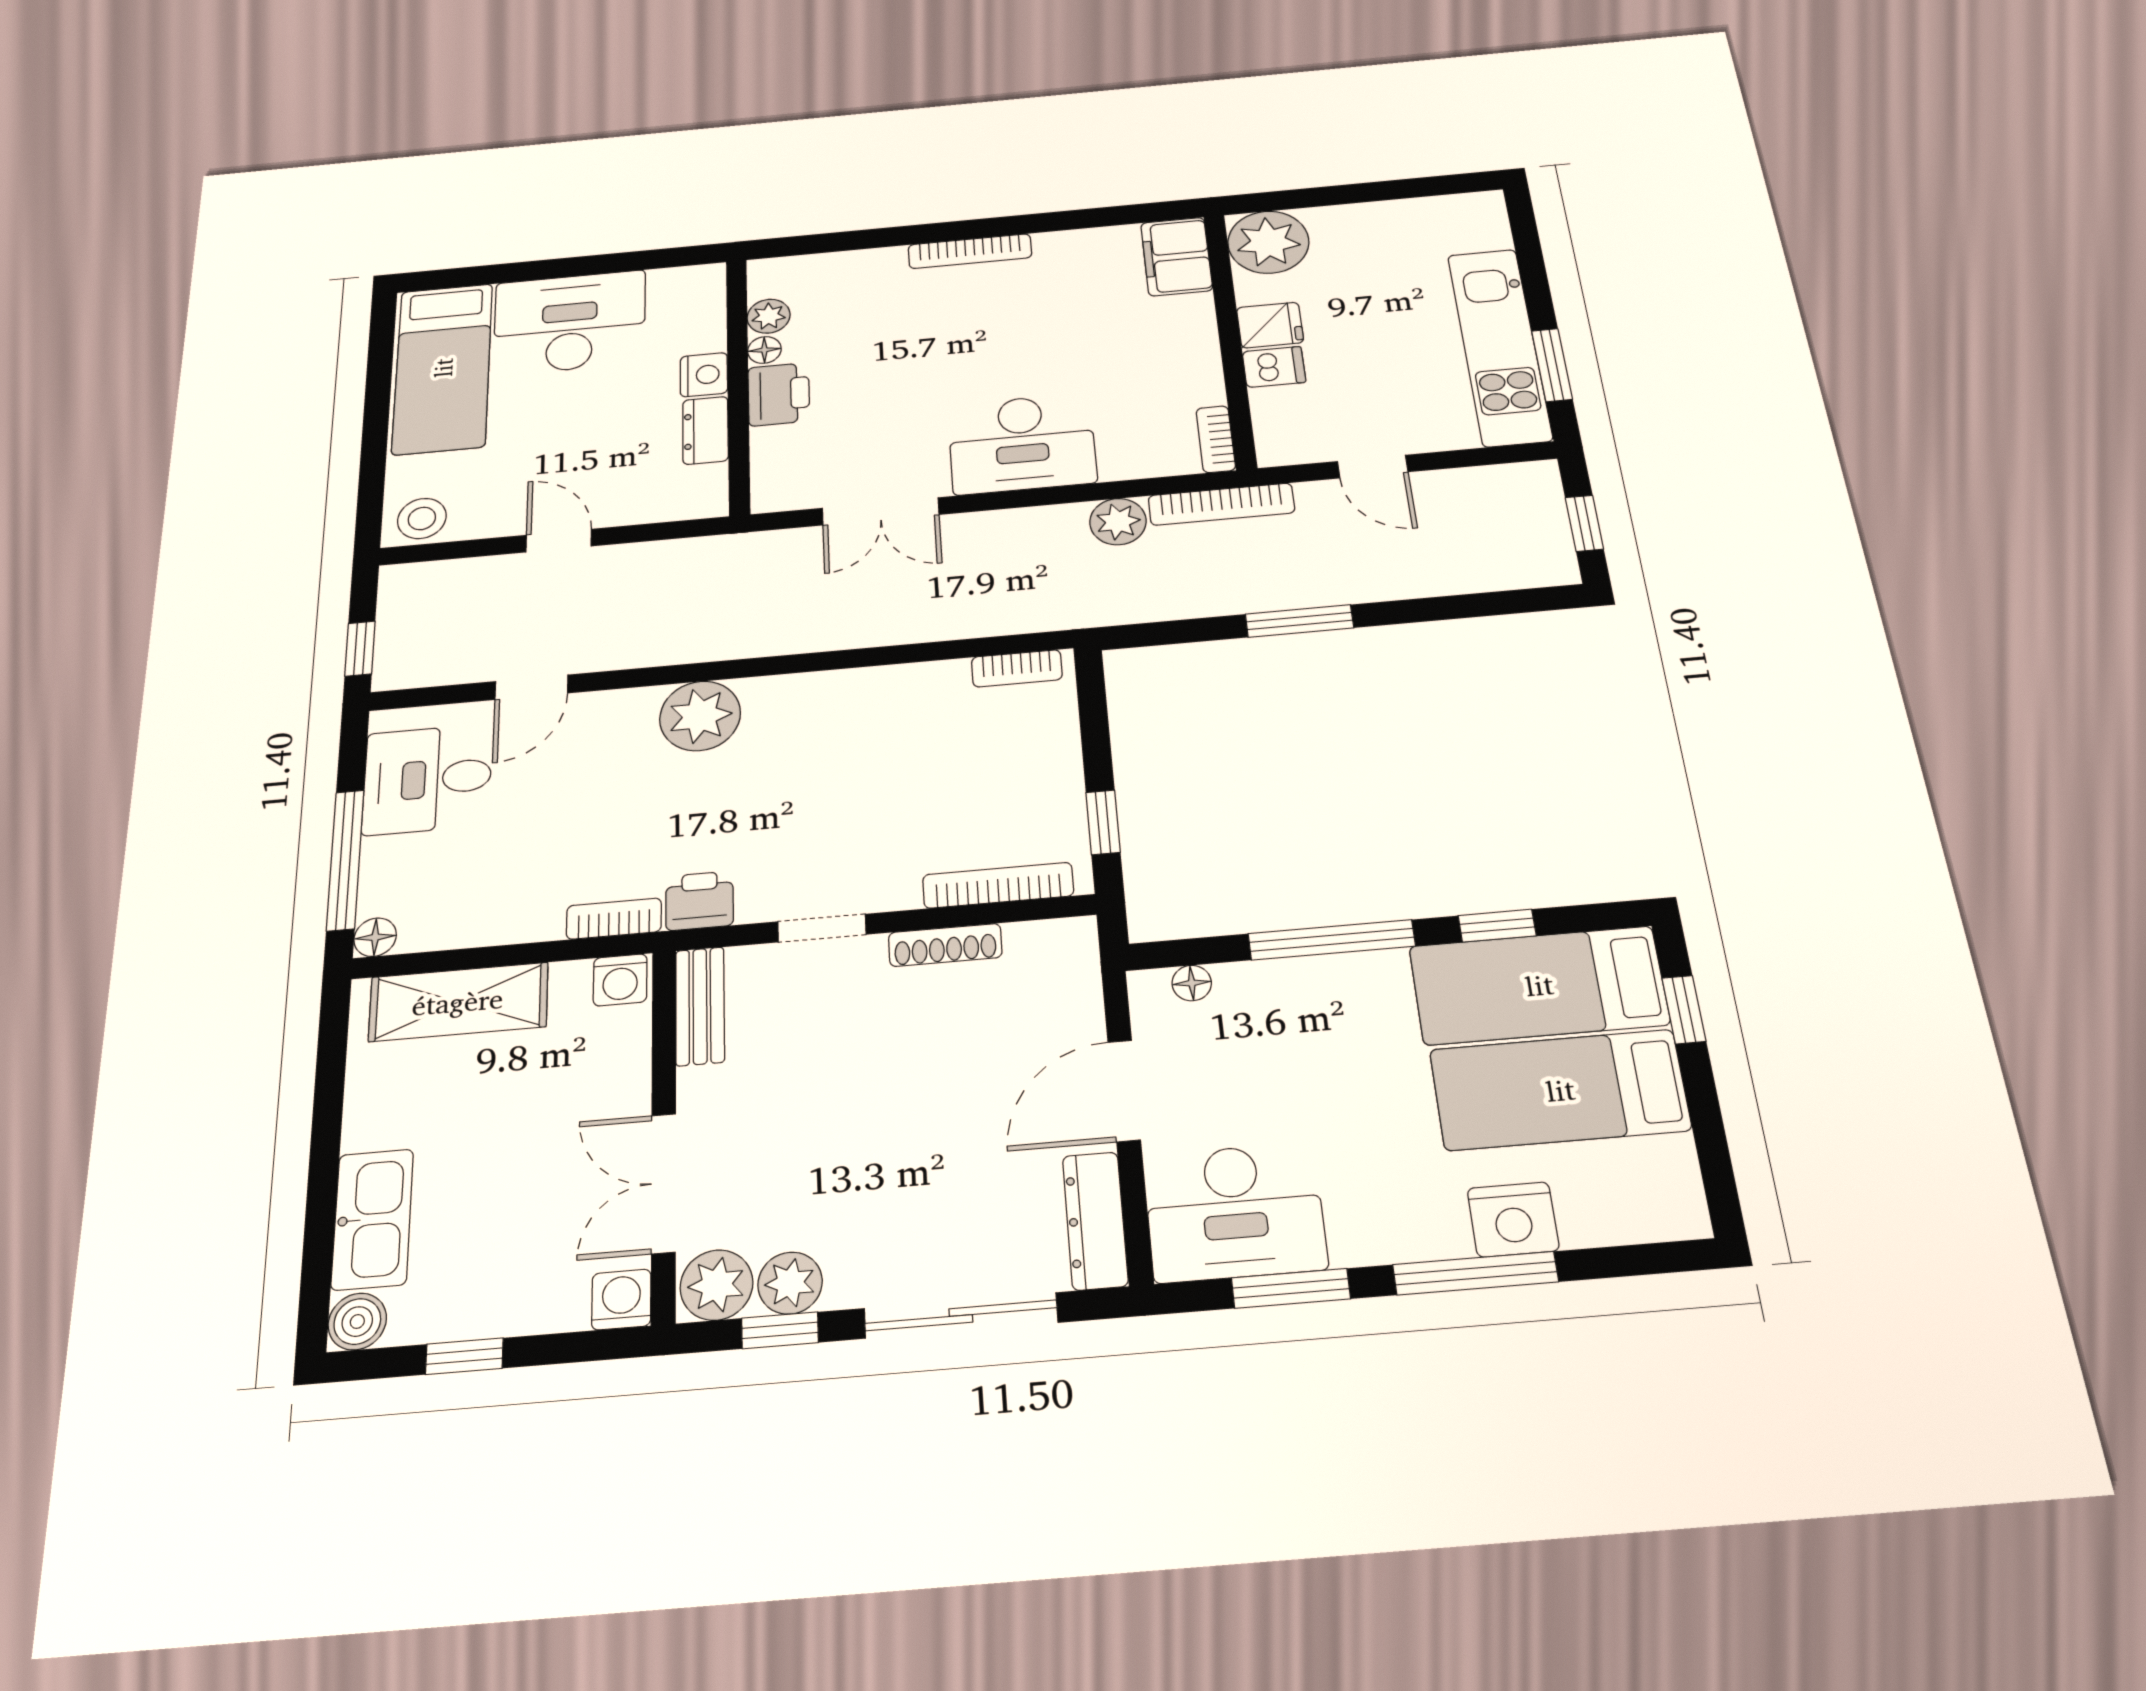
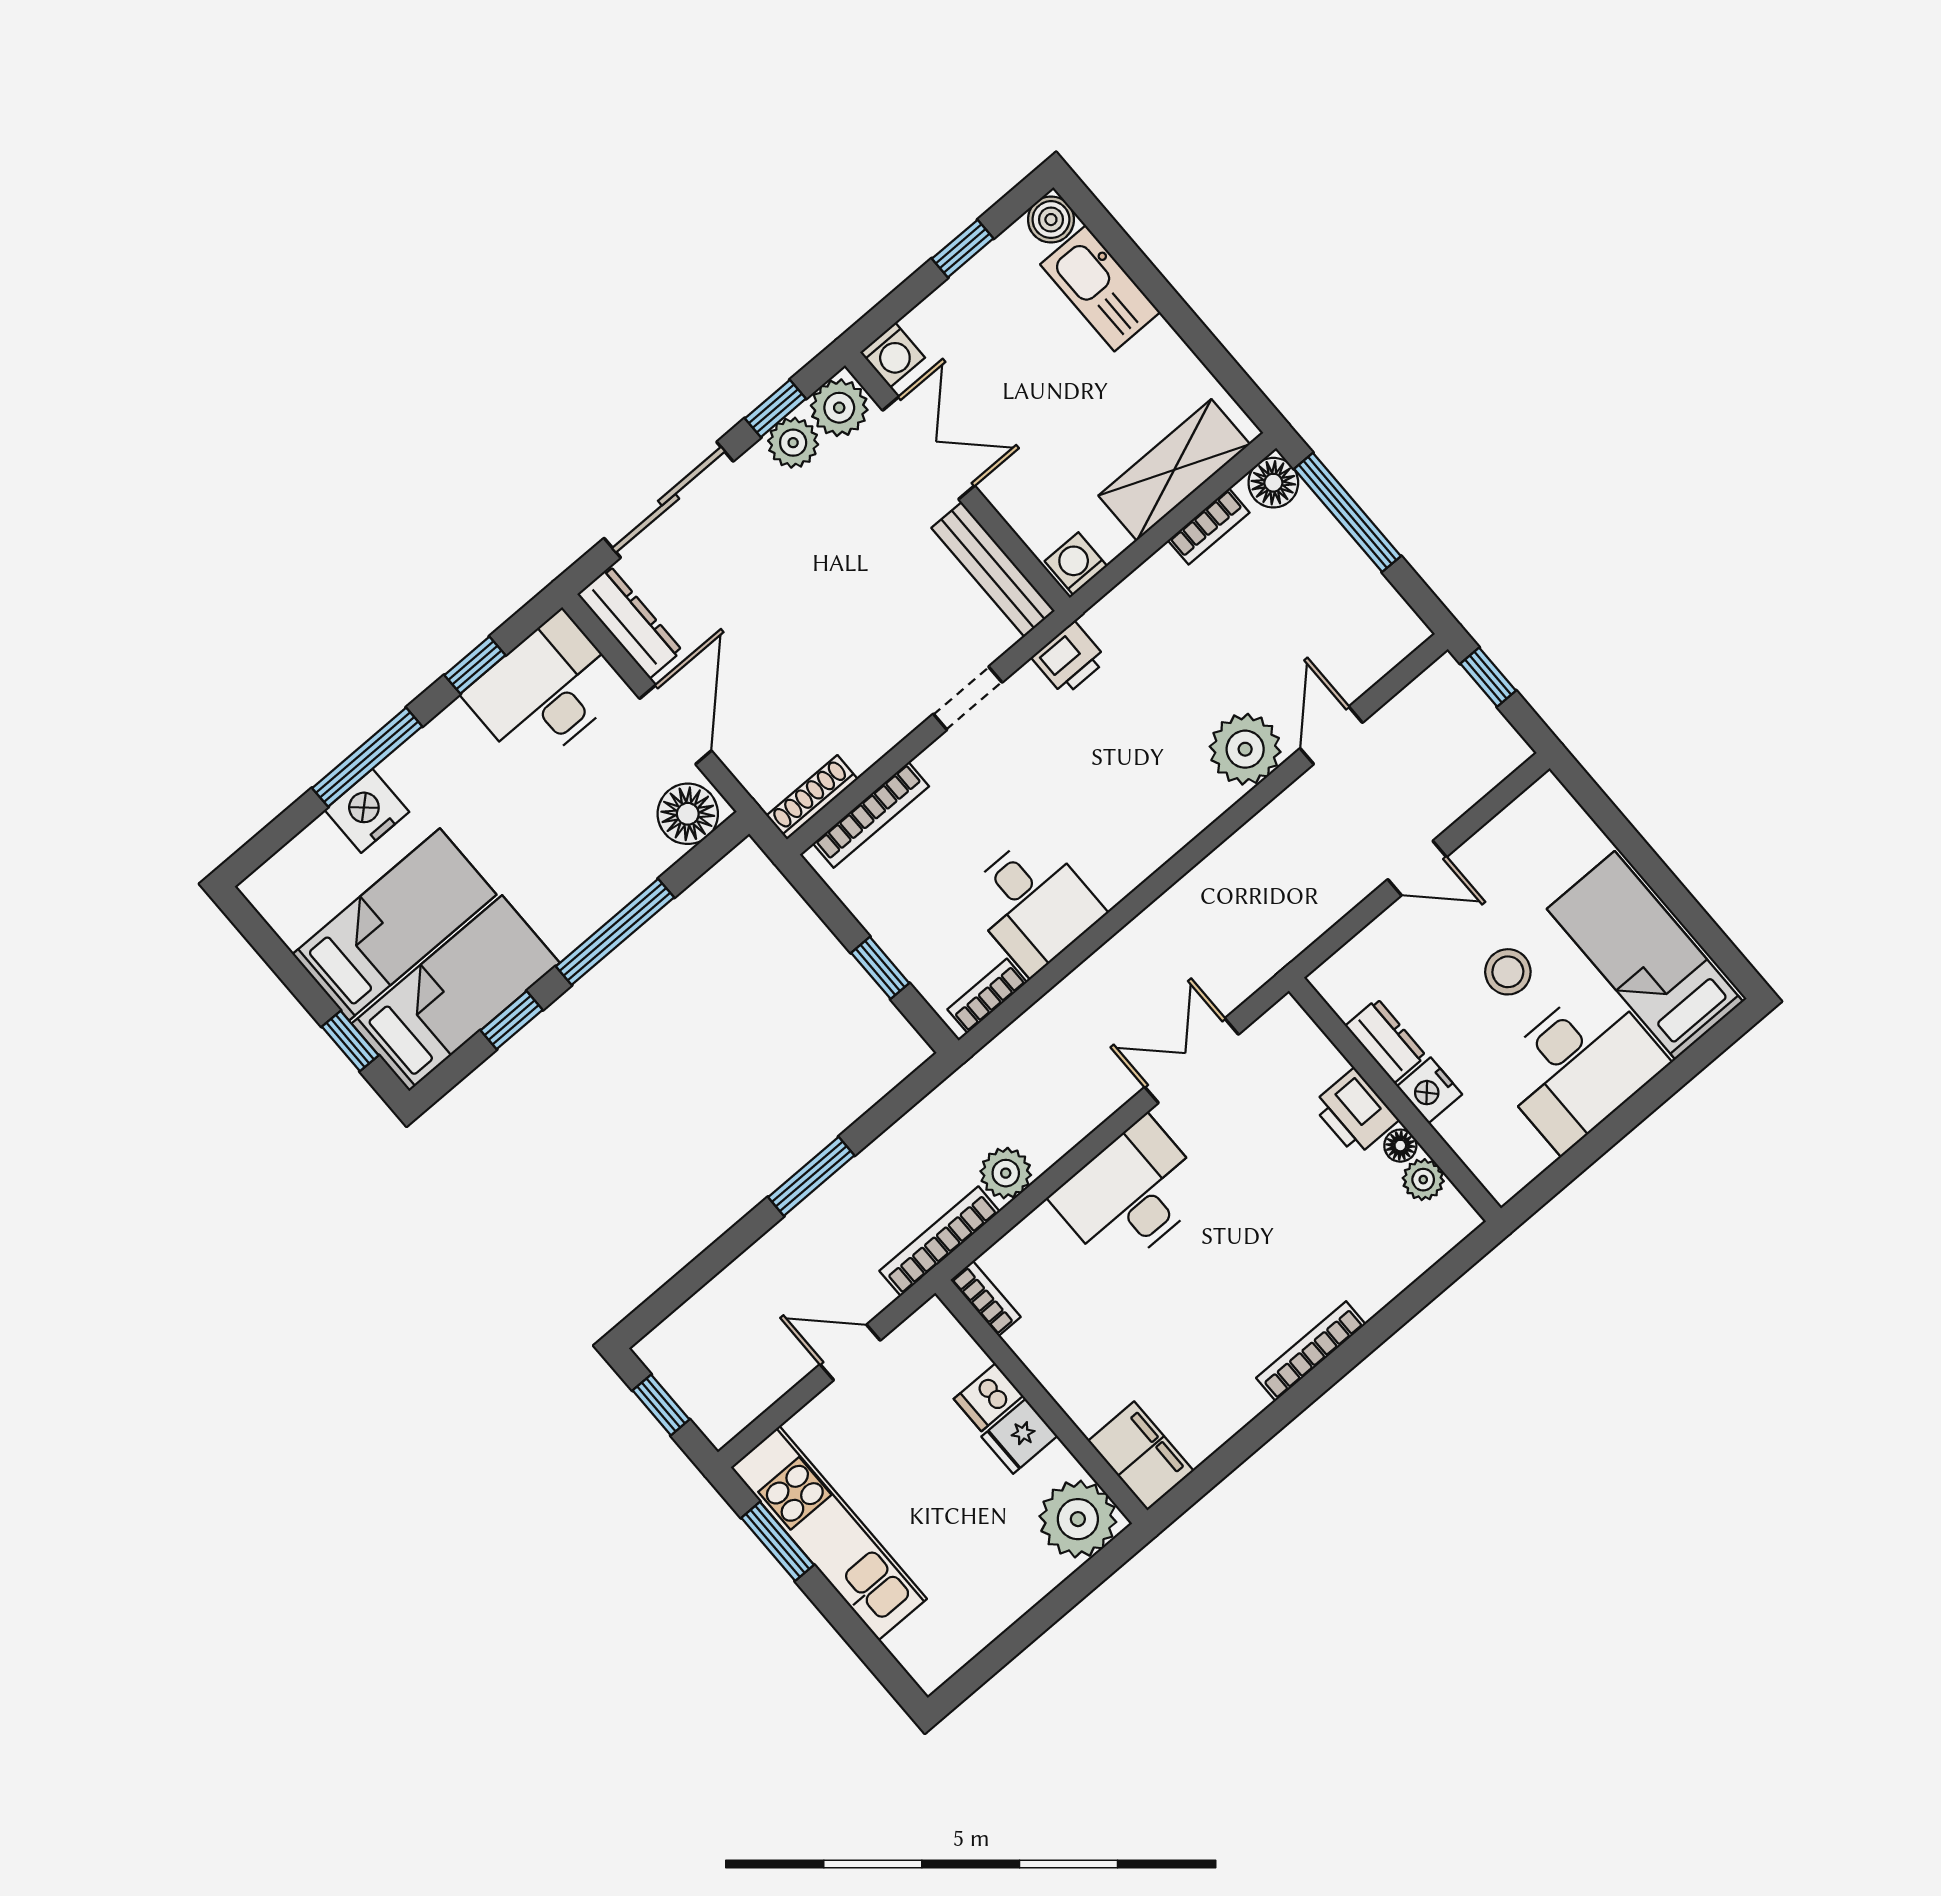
stool: (422, 518) -> (1508, 972), moved
plant: (700, 716) -> (1245, 749), moved
desk: (427, 779) -> (1033, 904), moved, turned 90
window: (1103, 822) -> (880, 968), moved
bookcase: (614, 919) -> (1209, 526), moved
floor lamp: (375, 937) -> (1273, 483), width x1.37, depth x1.37
shoe rack: (945, 945) -> (812, 797), moved
floor lamp: (1192, 983) -> (688, 814), width x1.89, depth x1.89
bench: (700, 1006) -> (993, 569), width x1.36
window: (1291, 1288) -> (475, 665), width x0.67

